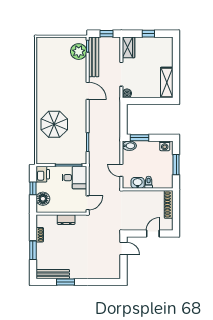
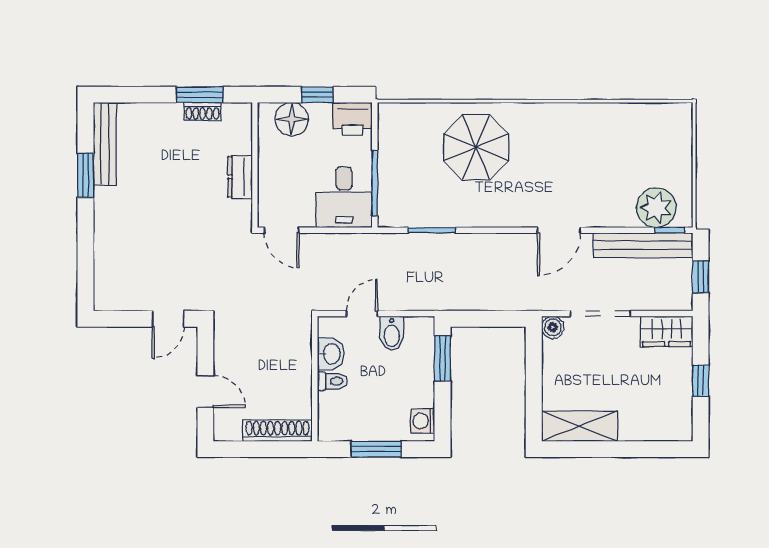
bidet: (129, 146) -> (392, 333), moved
window: (33, 250) -> (200, 95), moved

